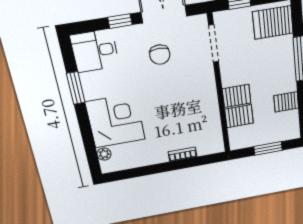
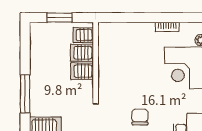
server rack: (286, 102) -> (83, 35), moved, turned 180
bookcase: (183, 154) -> (167, 27), moved

